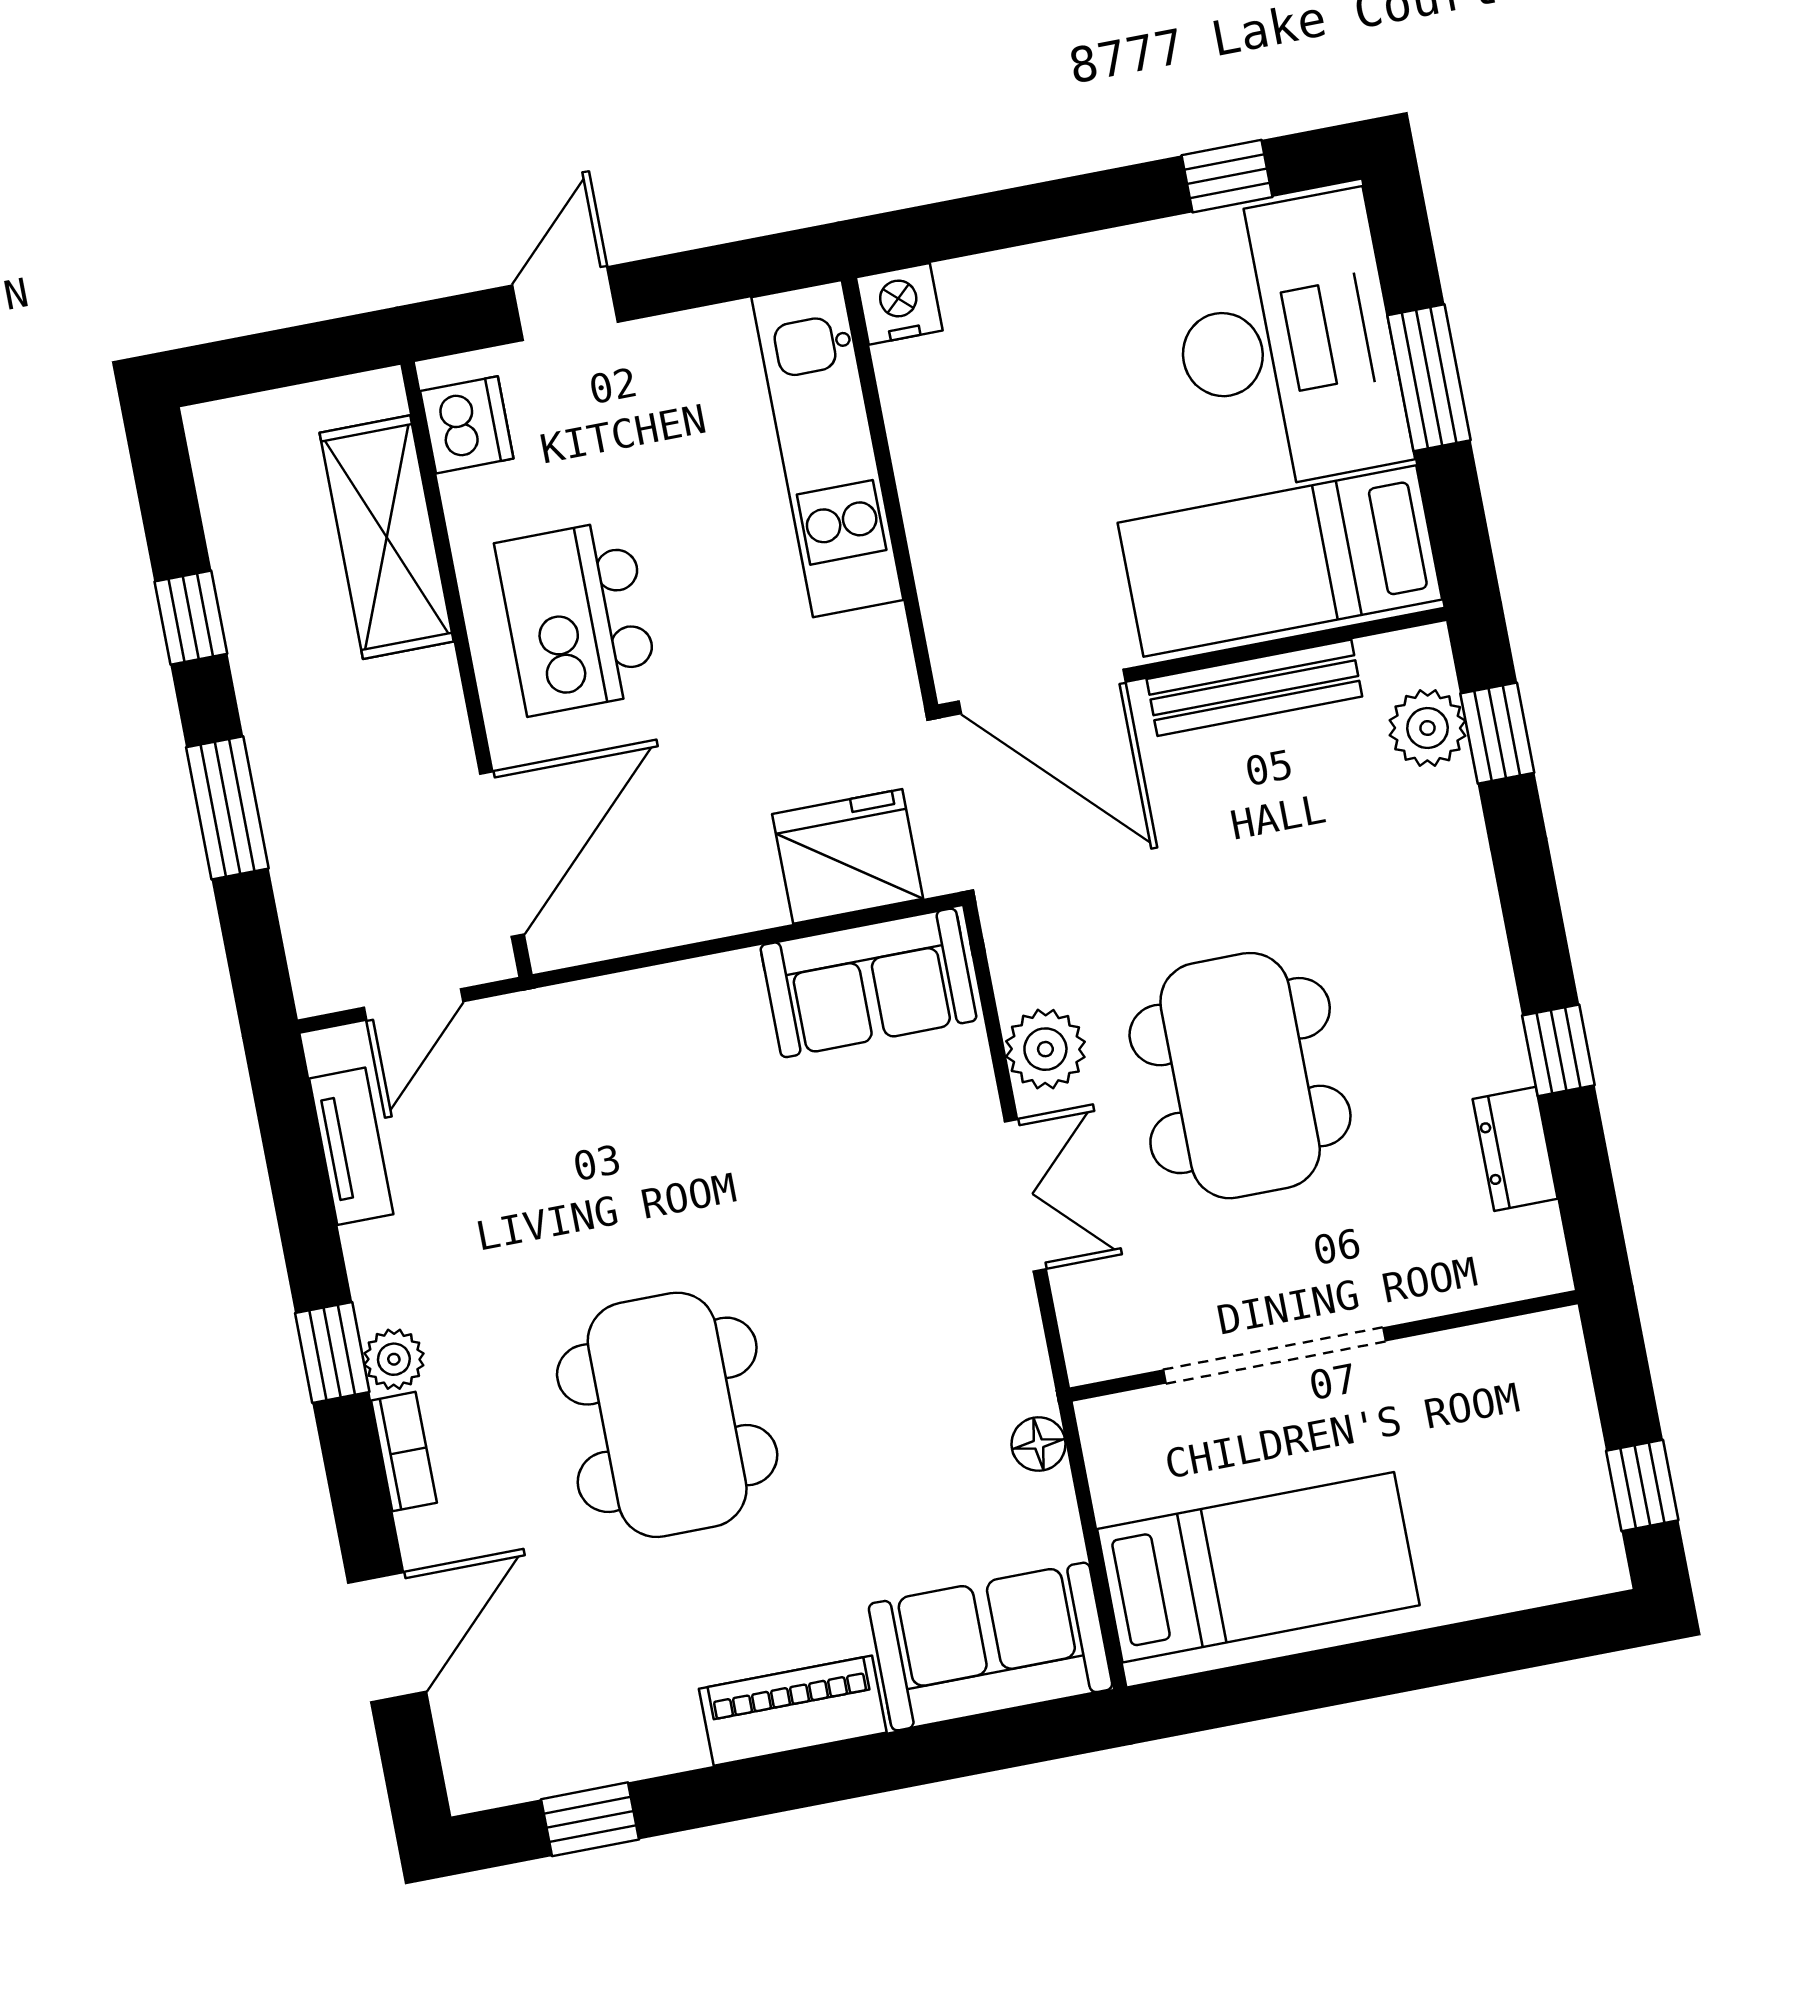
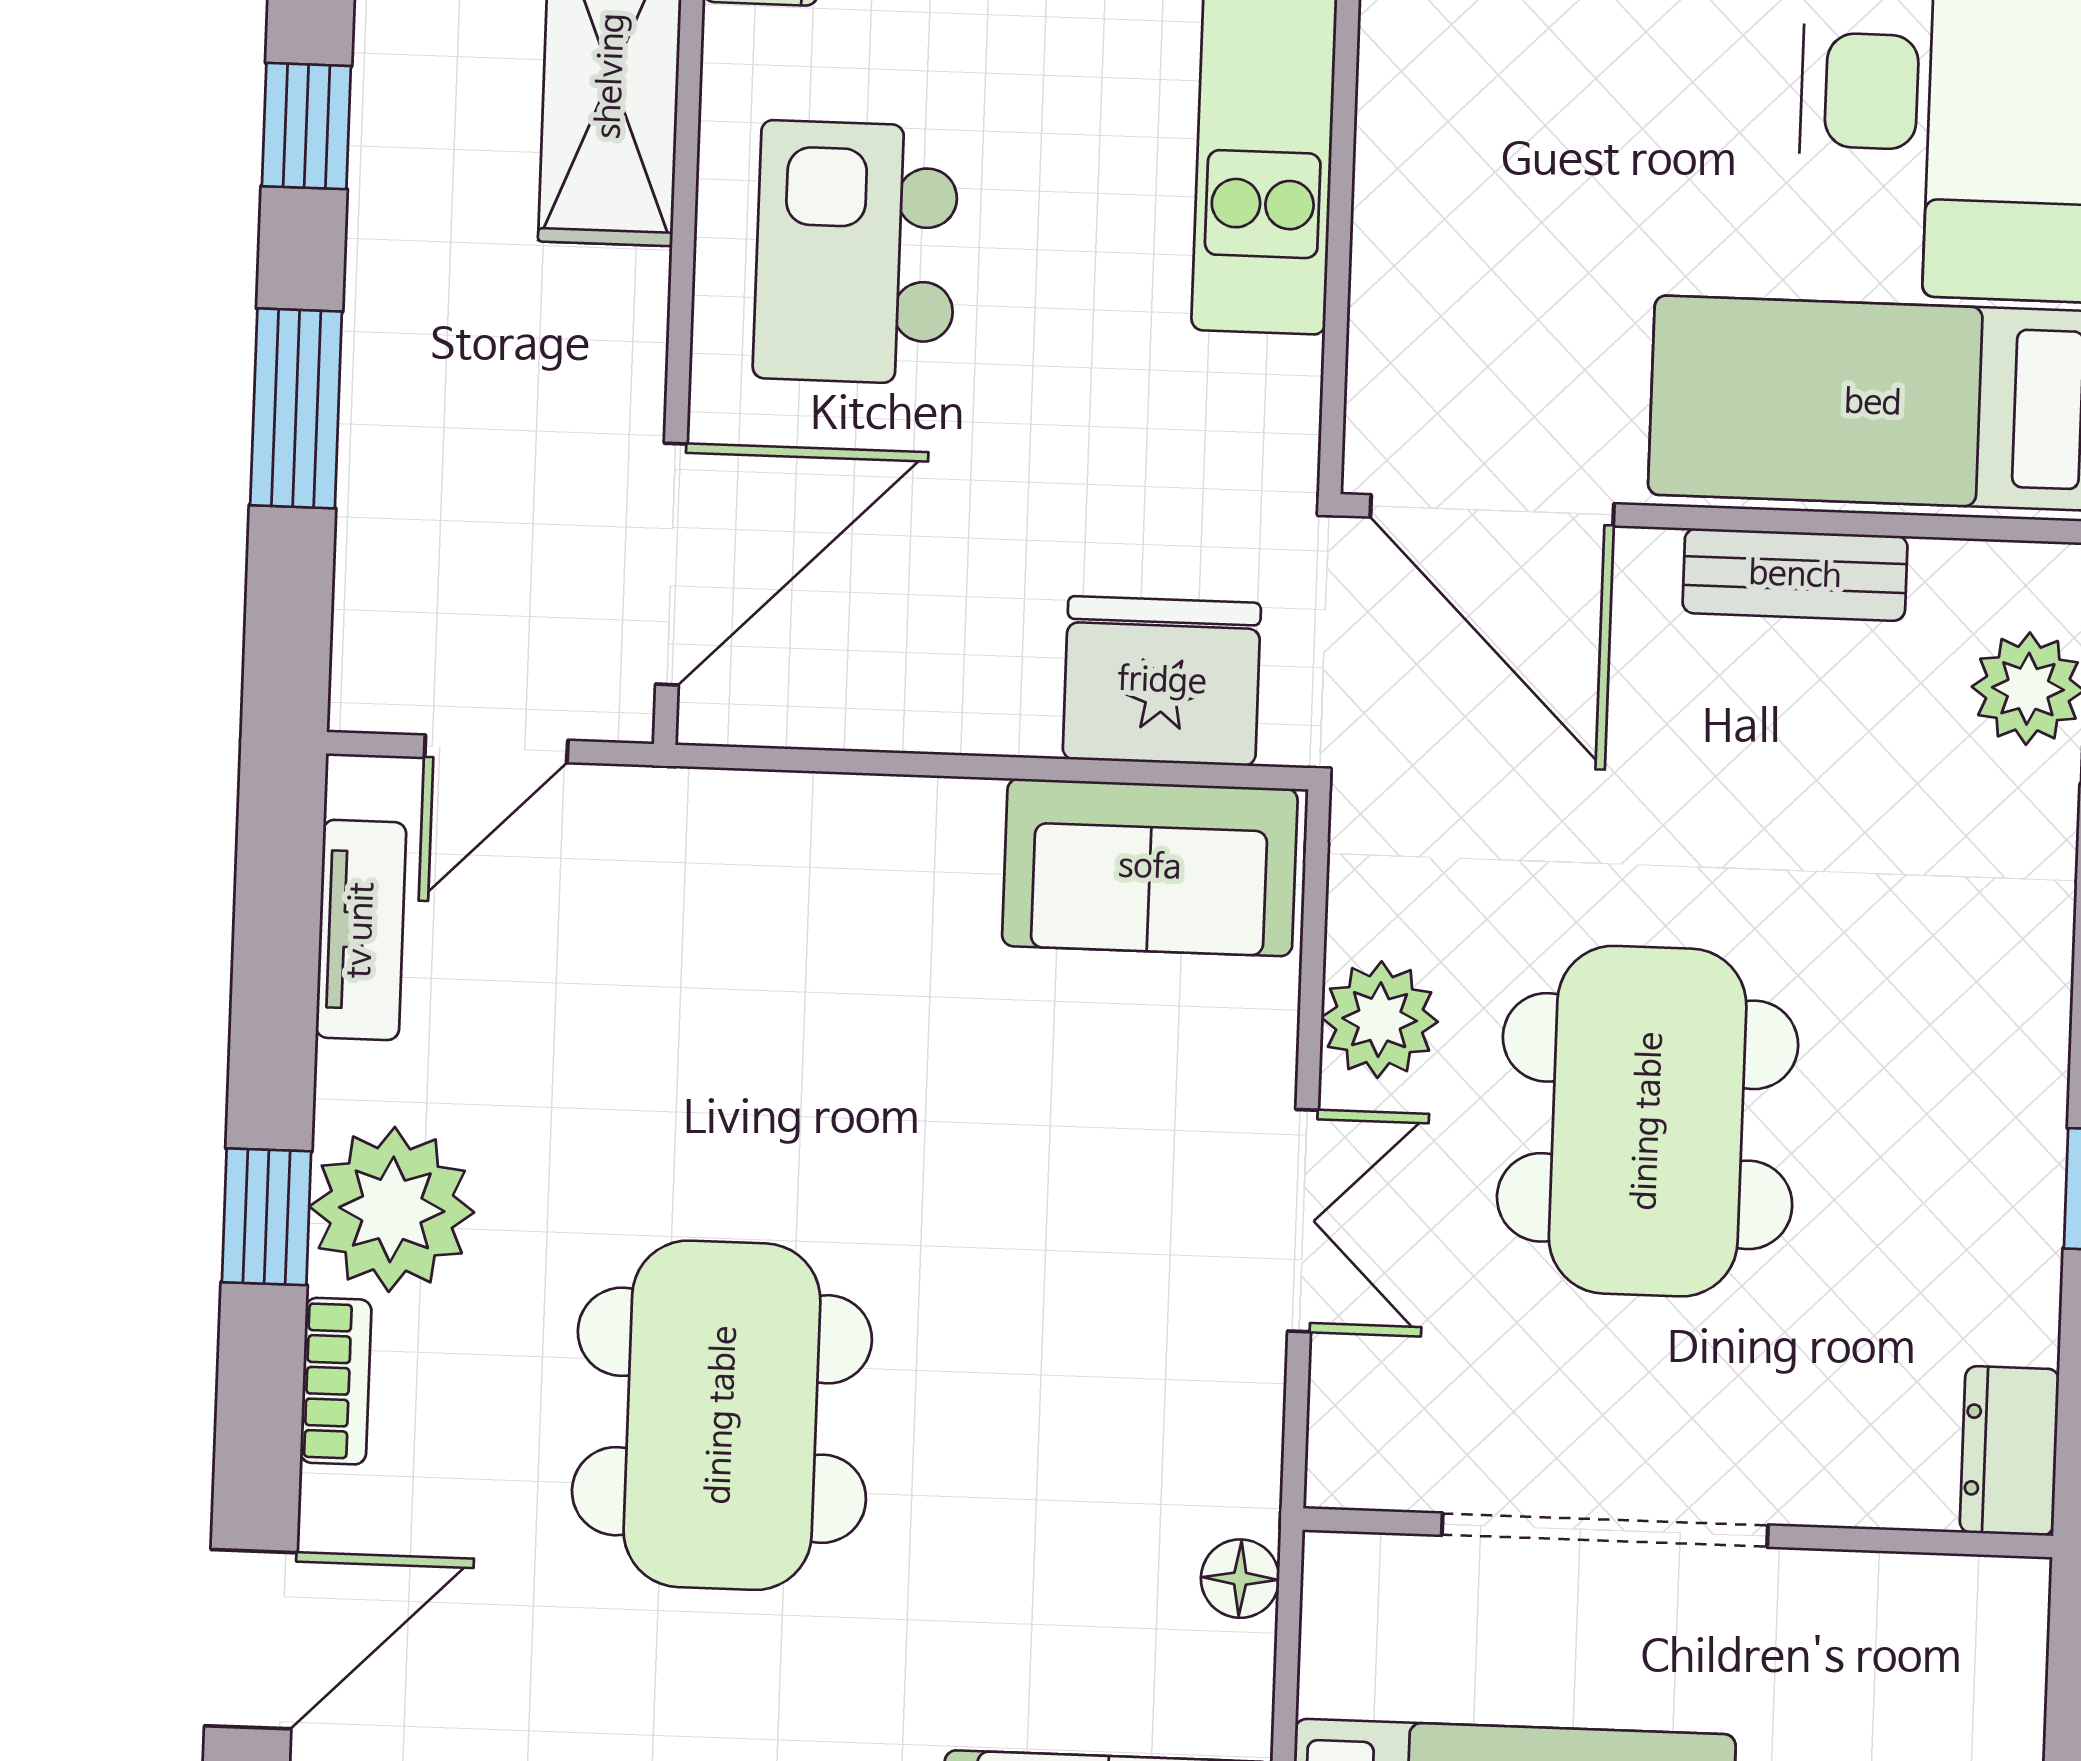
bench: (1254, 688) -> (1795, 575), width x0.73
dresser: (1515, 1149) -> (2009, 1451), moved
plant: (394, 1359) -> (392, 1209), width x1.87, depth x1.87

